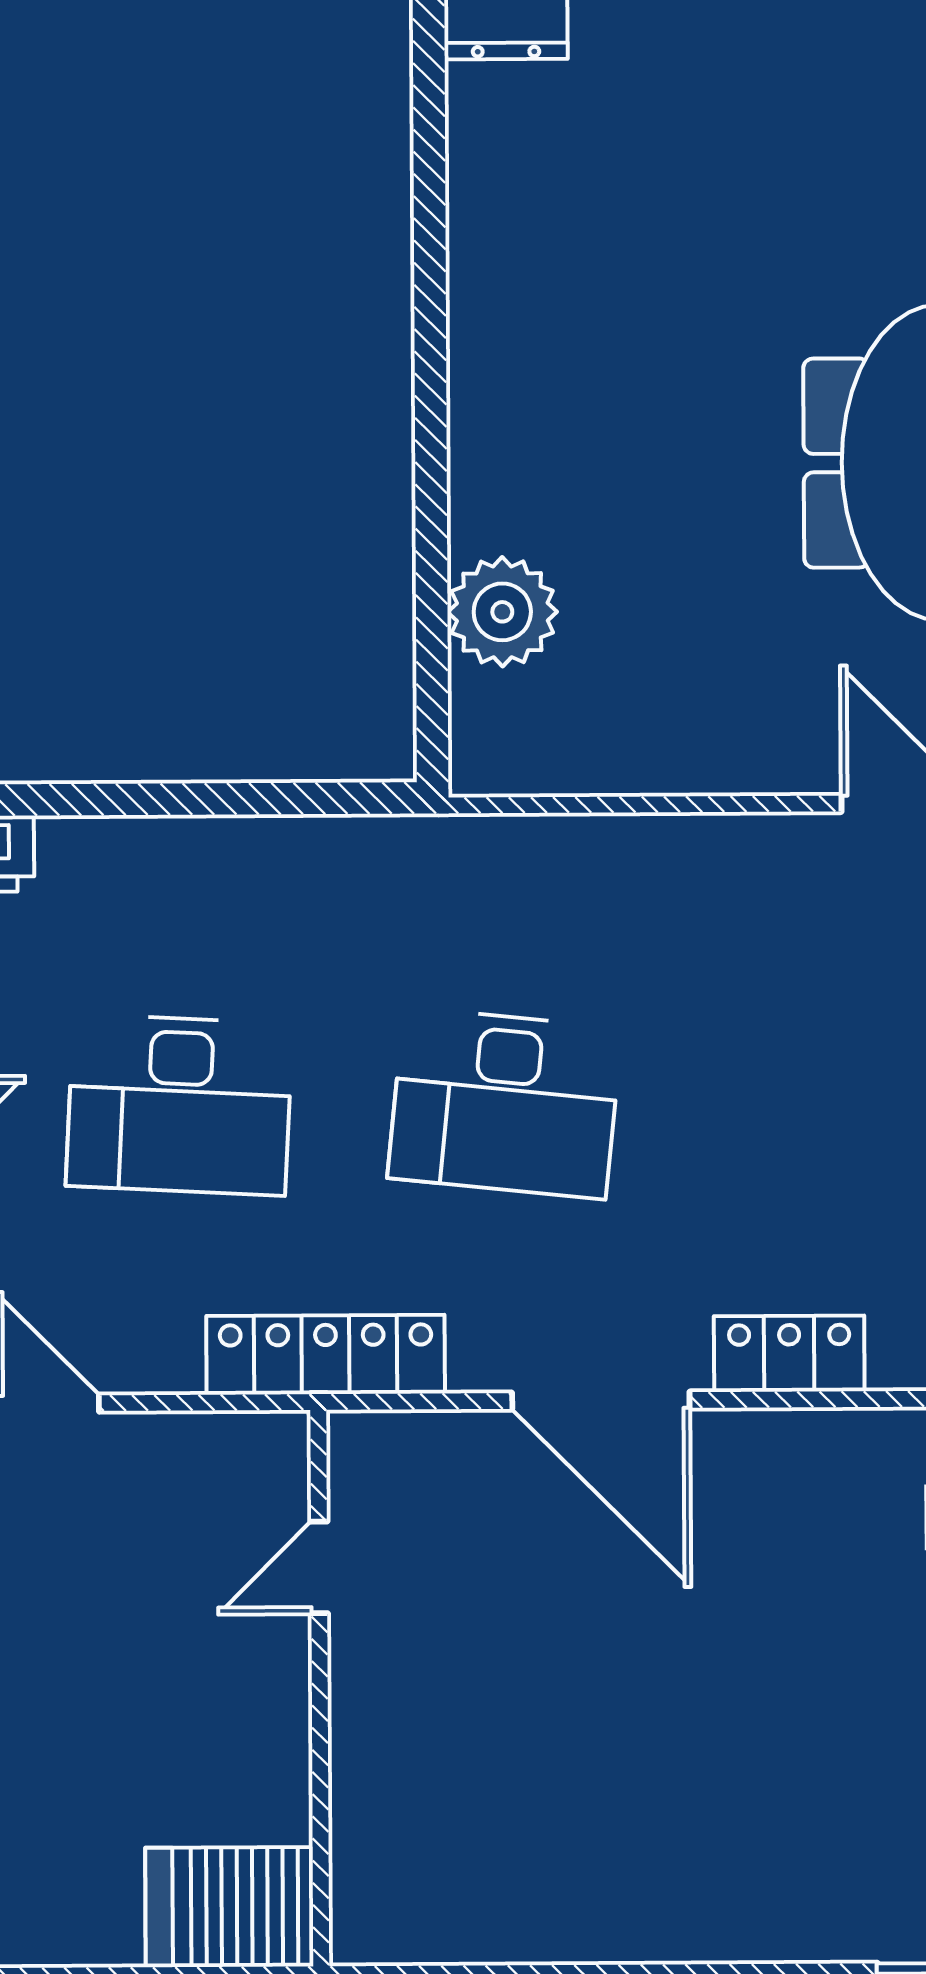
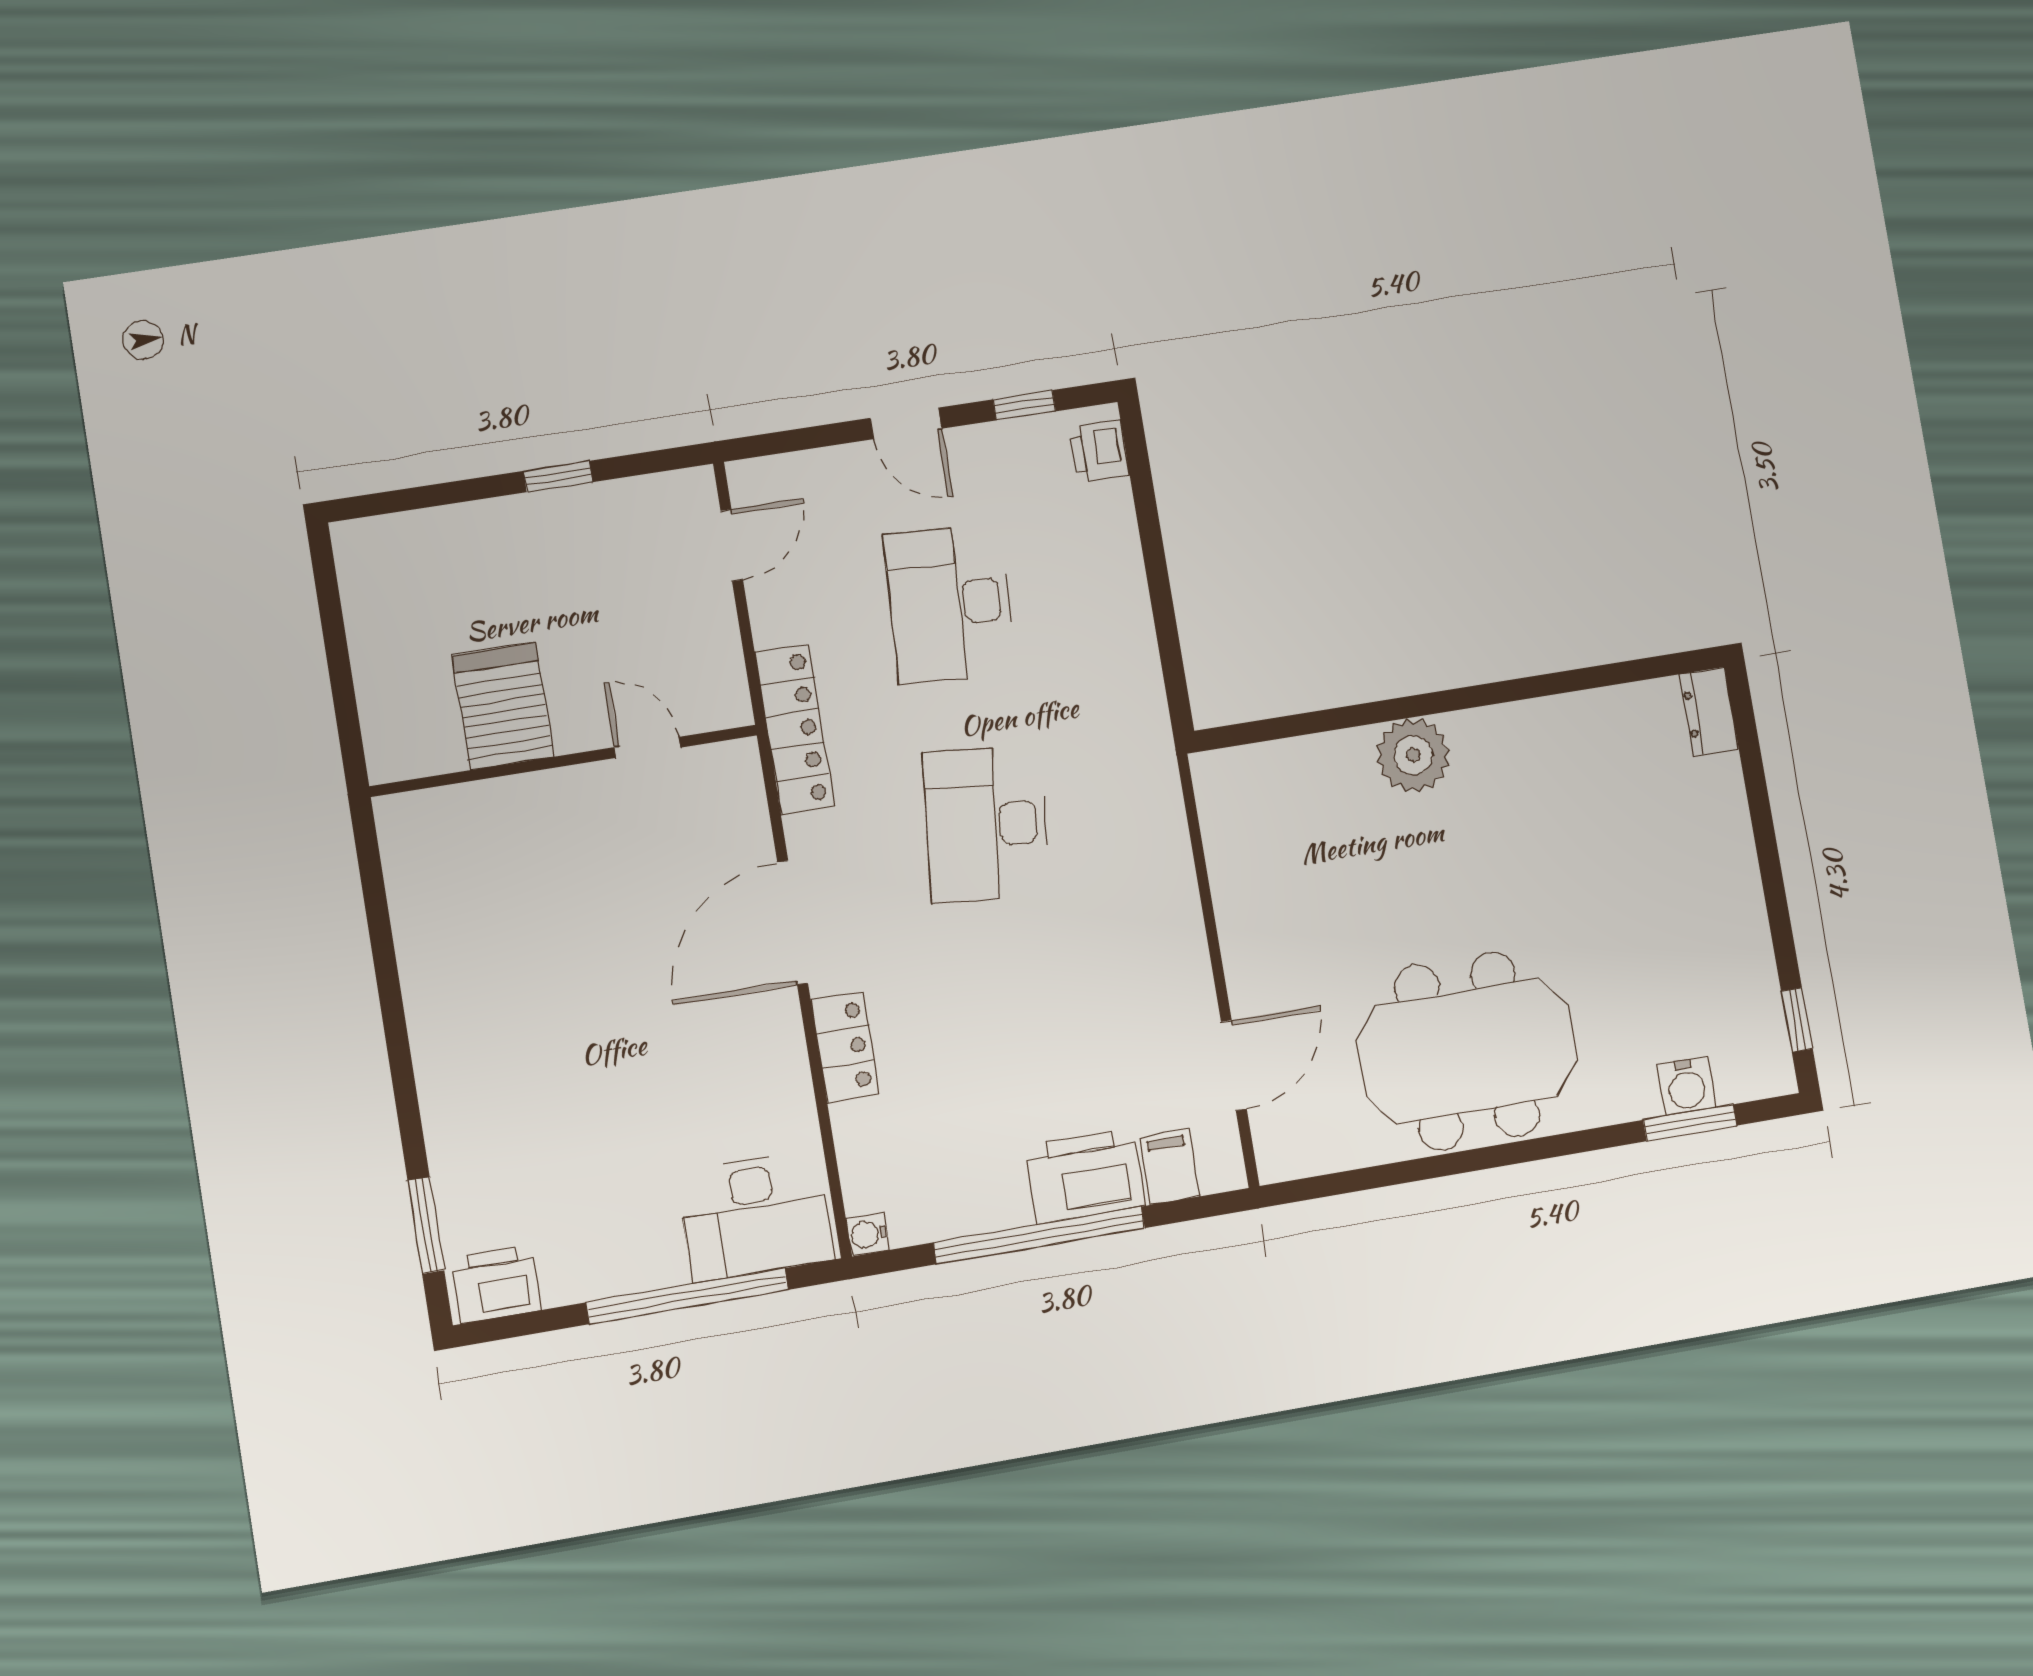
plant: (502, 612) -> (1413, 755), moved
server rack: (229, 1907) -> (503, 706), moved

